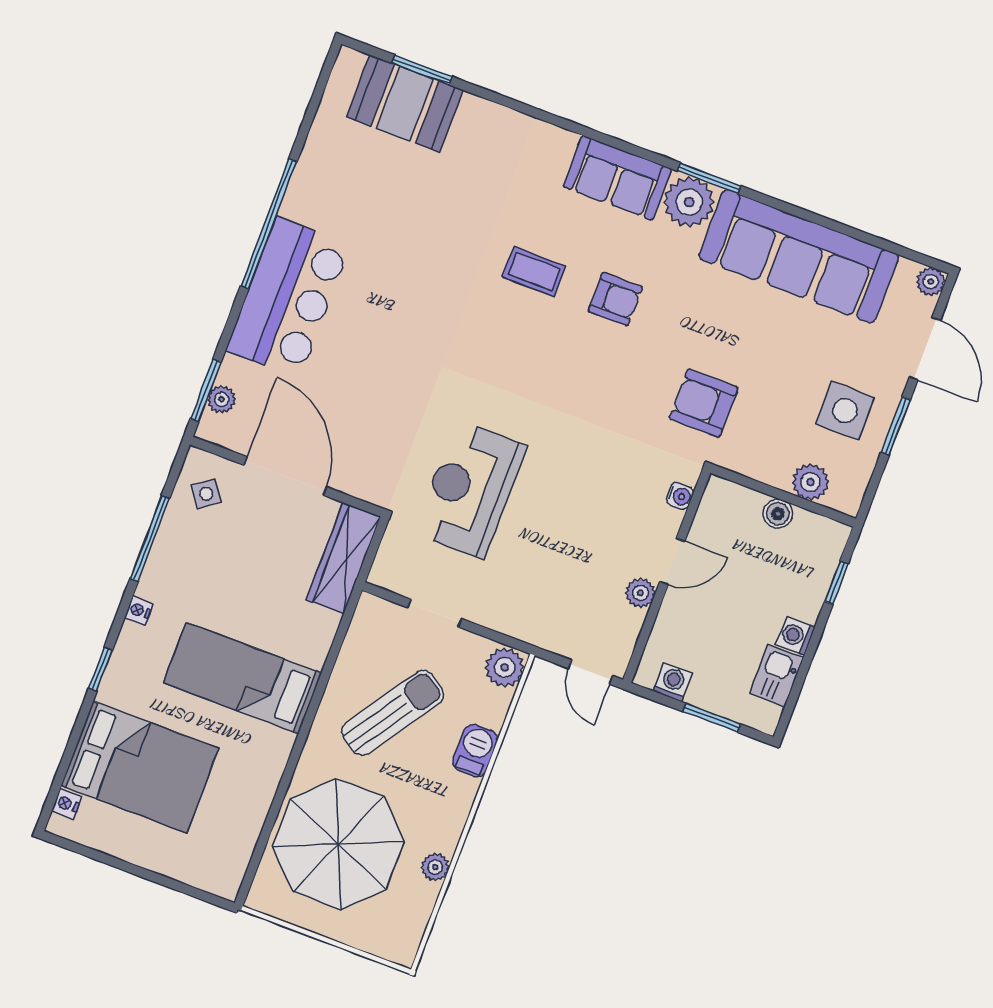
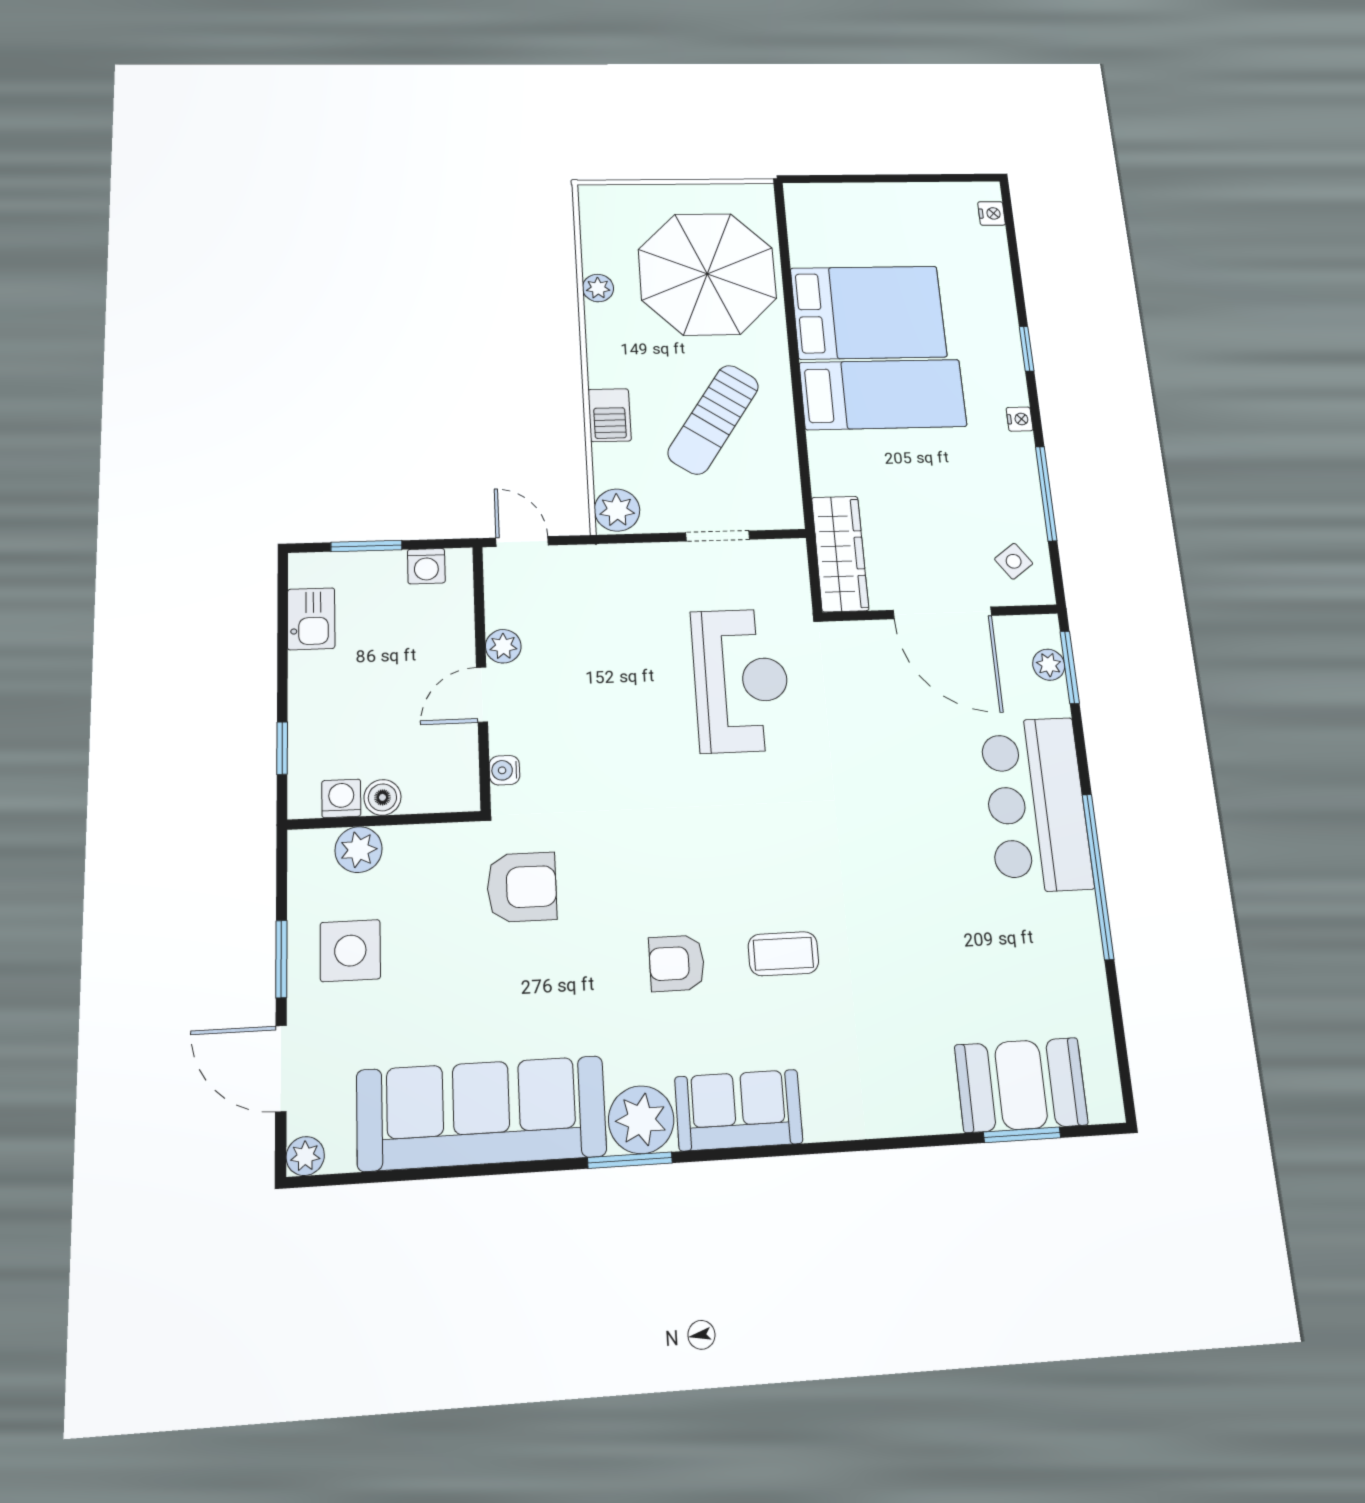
washing machine: (796, 636) -> (341, 798), moved, turned -90
bed: (140, 767) -> (868, 312), moved, turned 180

